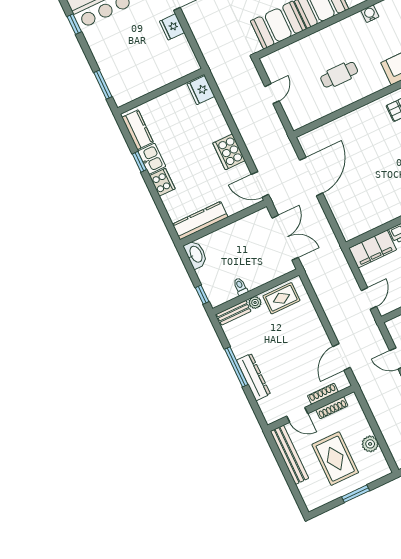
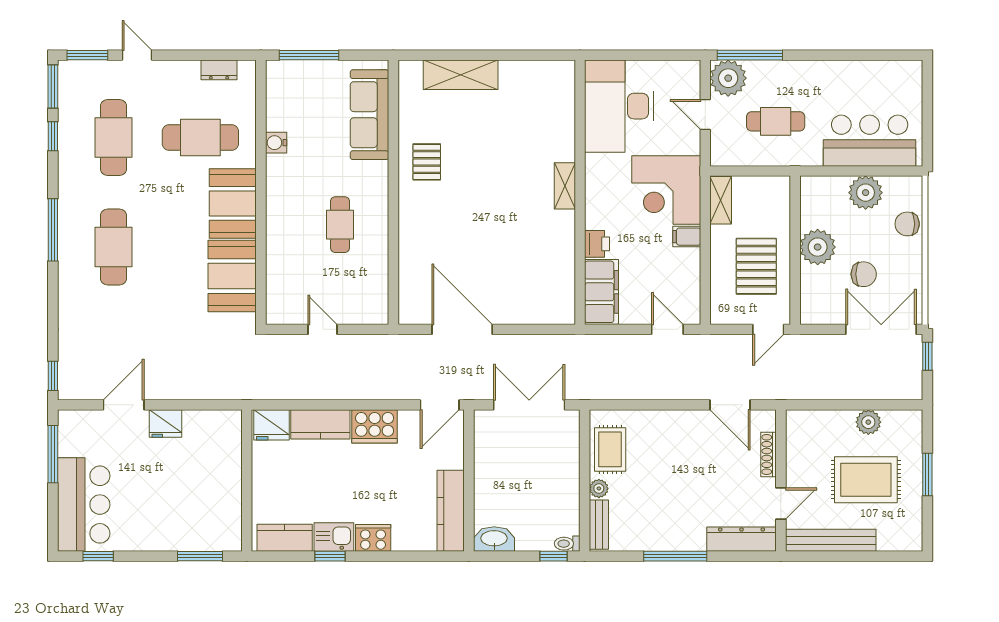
kitchen counter: (215, 119) -> (320, 424), added
toilet: (240, 286) -> (567, 544), moved
dresser: (254, 377) -> (741, 539), moved
shoe rack: (332, 408) -> (794, 451), removed

